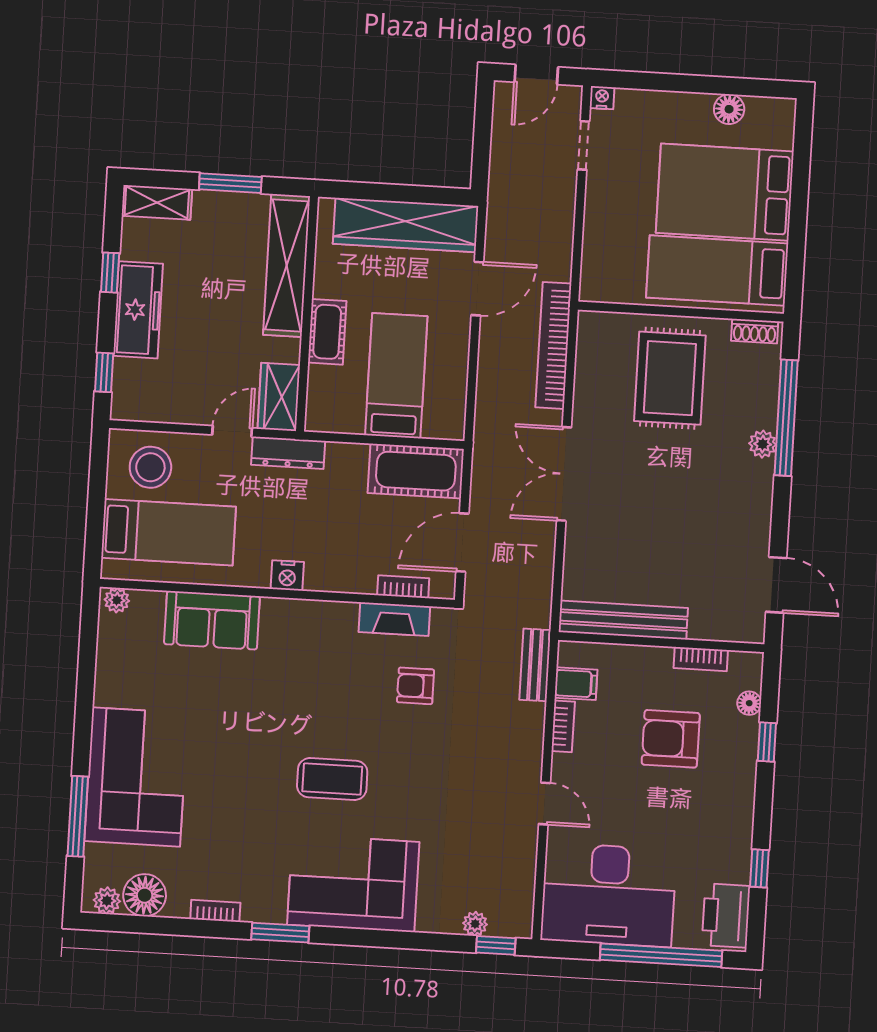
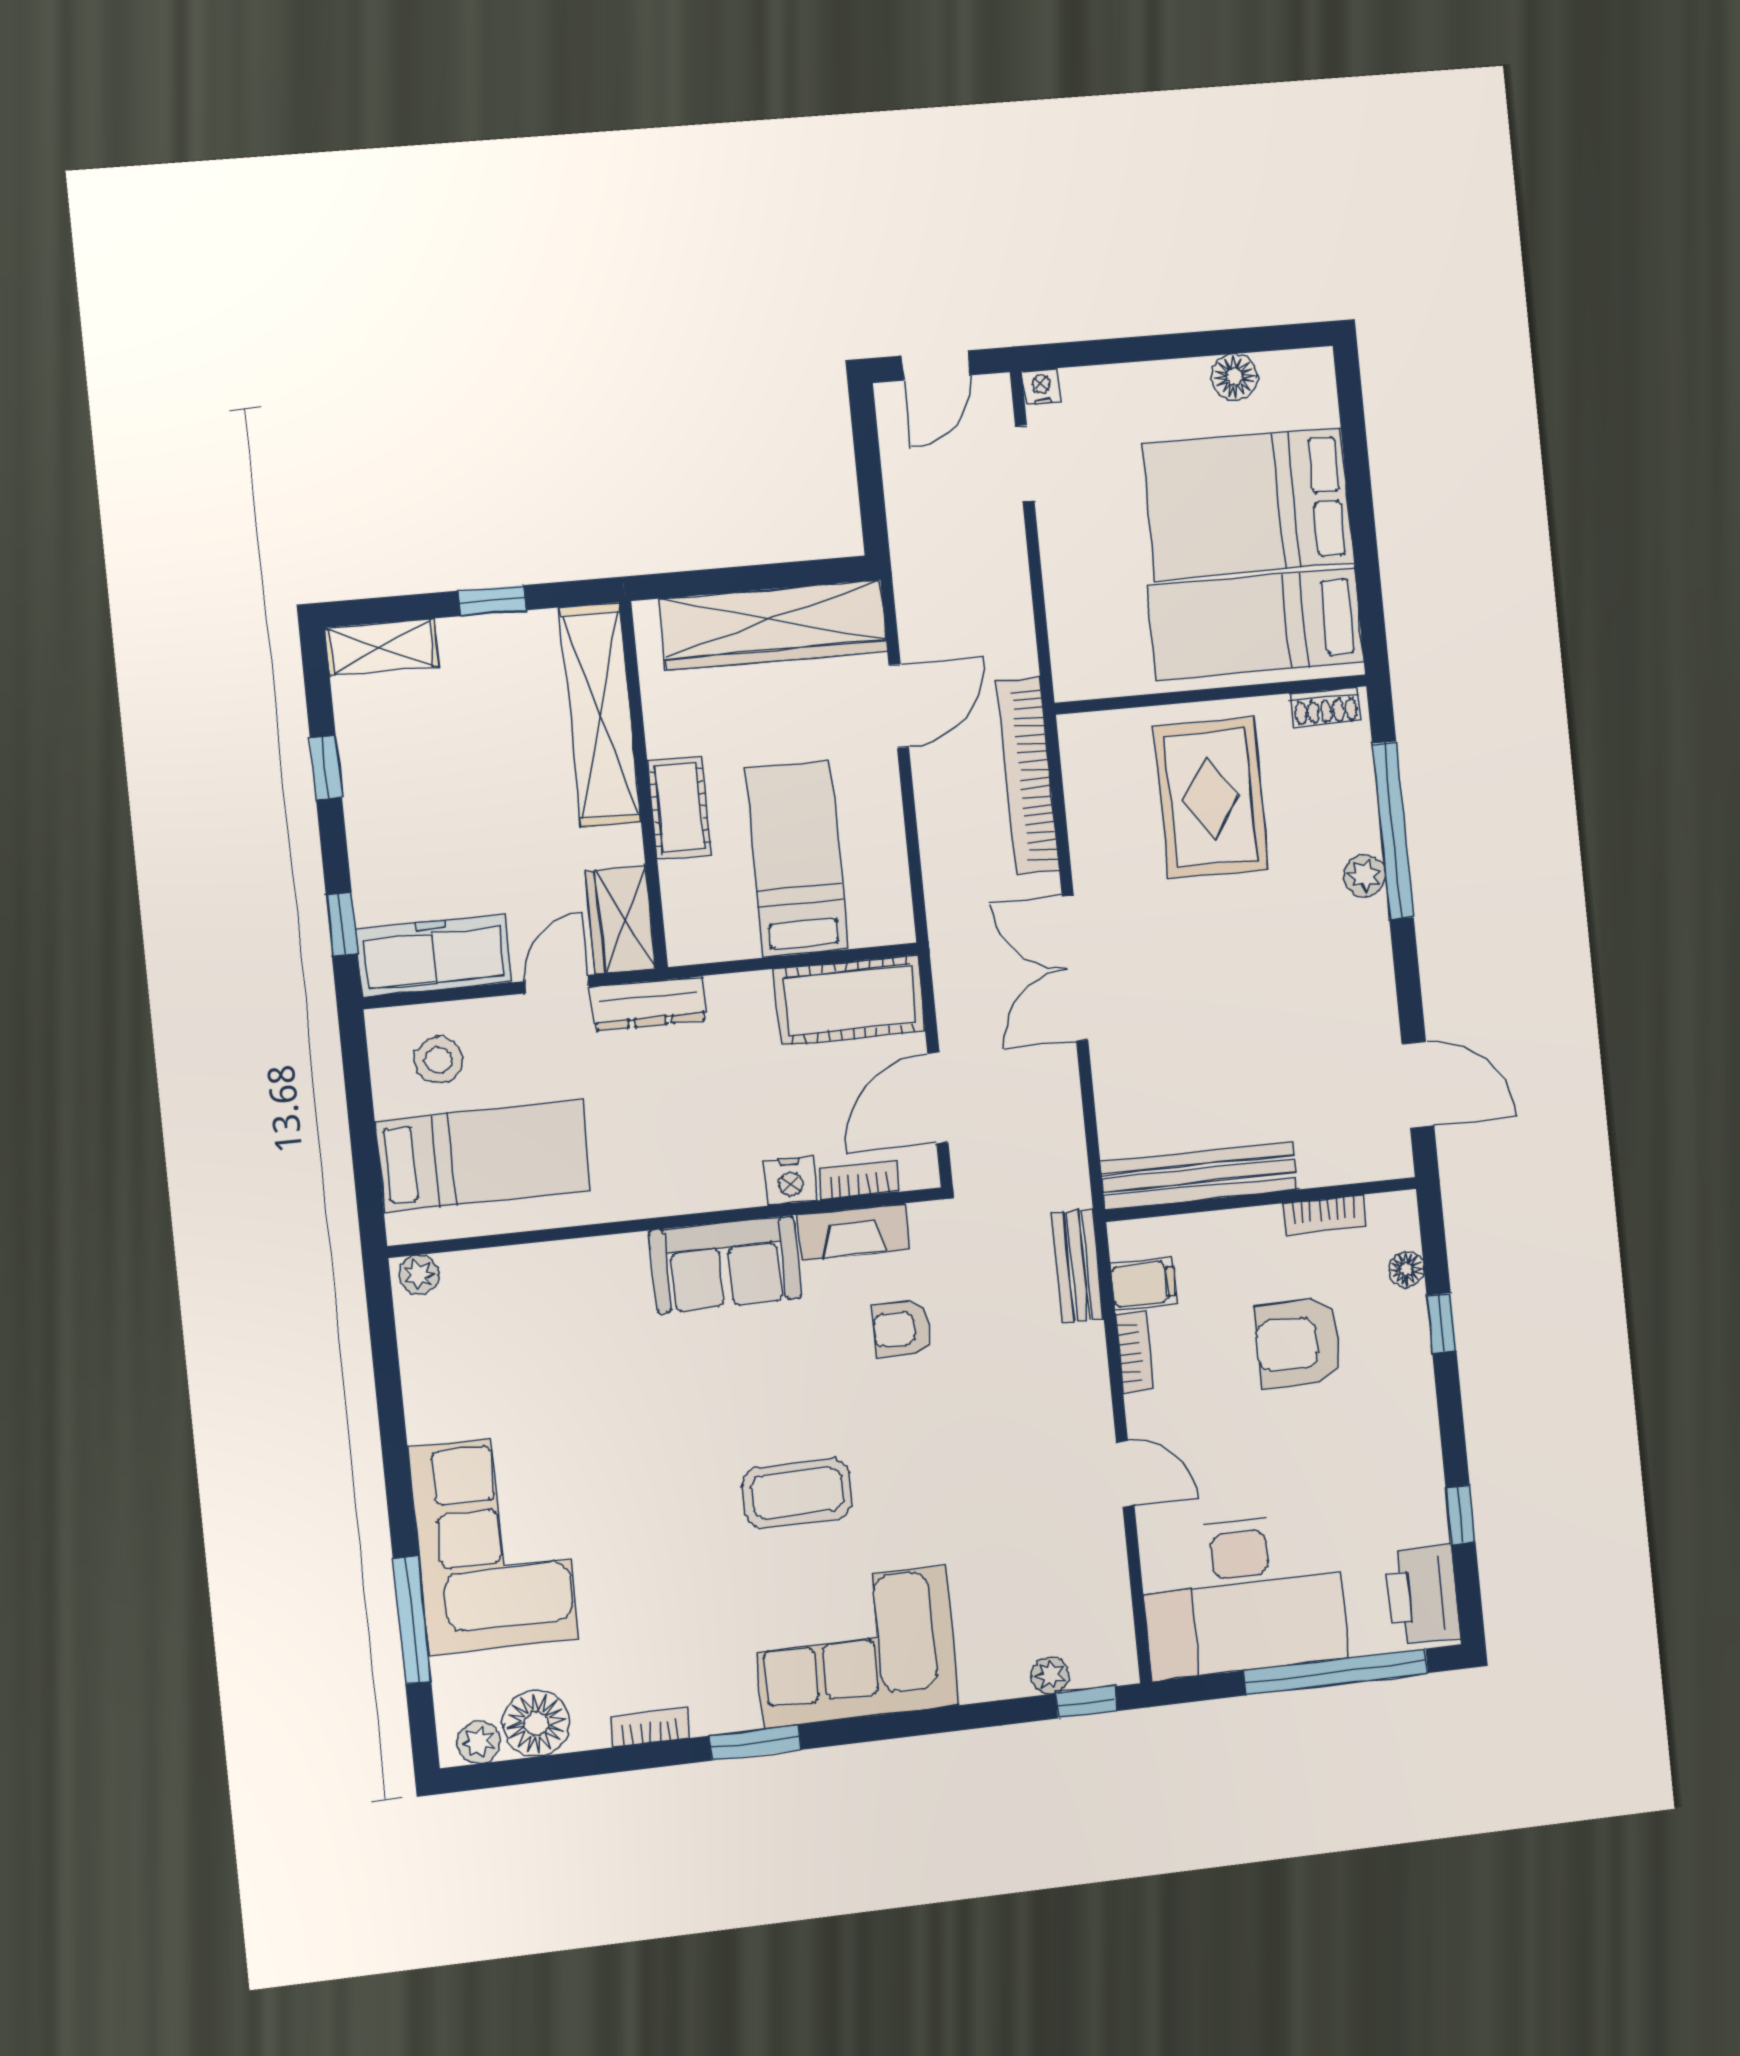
window: (230, 183) -> (492, 601), width x0.67
freezer: (138, 310) -> (434, 955), moved, turned -90
stool: (150, 467) -> (438, 1060), width x0.73, depth x0.73
nightstand: (287, 575) -> (790, 1181), moved
sofa: (212, 620) -> (725, 1264), moved

